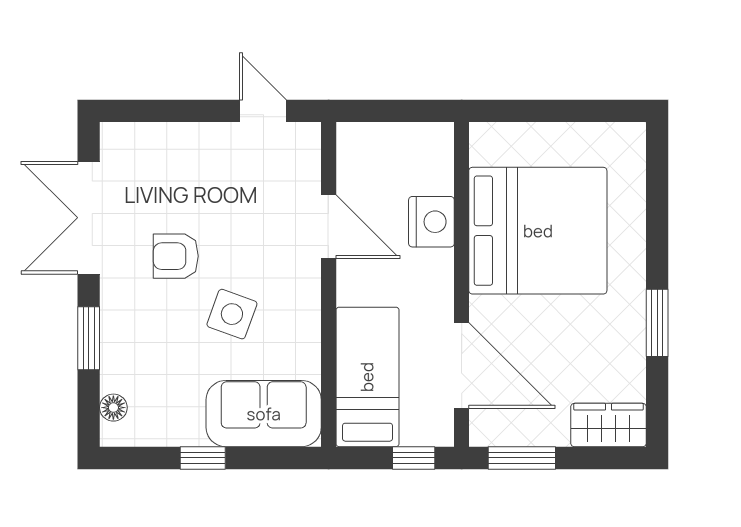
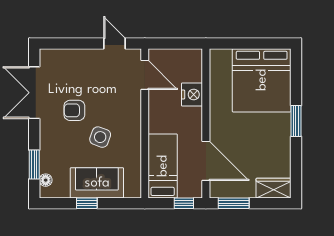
door: (329, 227) -> (145, 75), moved
bed: (538, 231) -> (262, 80), moved, turned 90
window: (657, 323) -> (296, 121), moved
window: (89, 338) -> (34, 164), moved
sofa: (264, 414) -> (97, 183), moved

